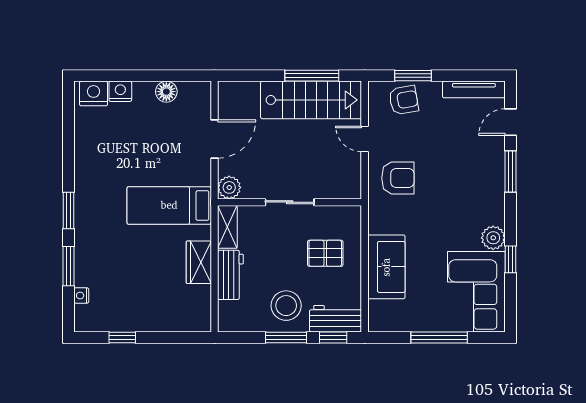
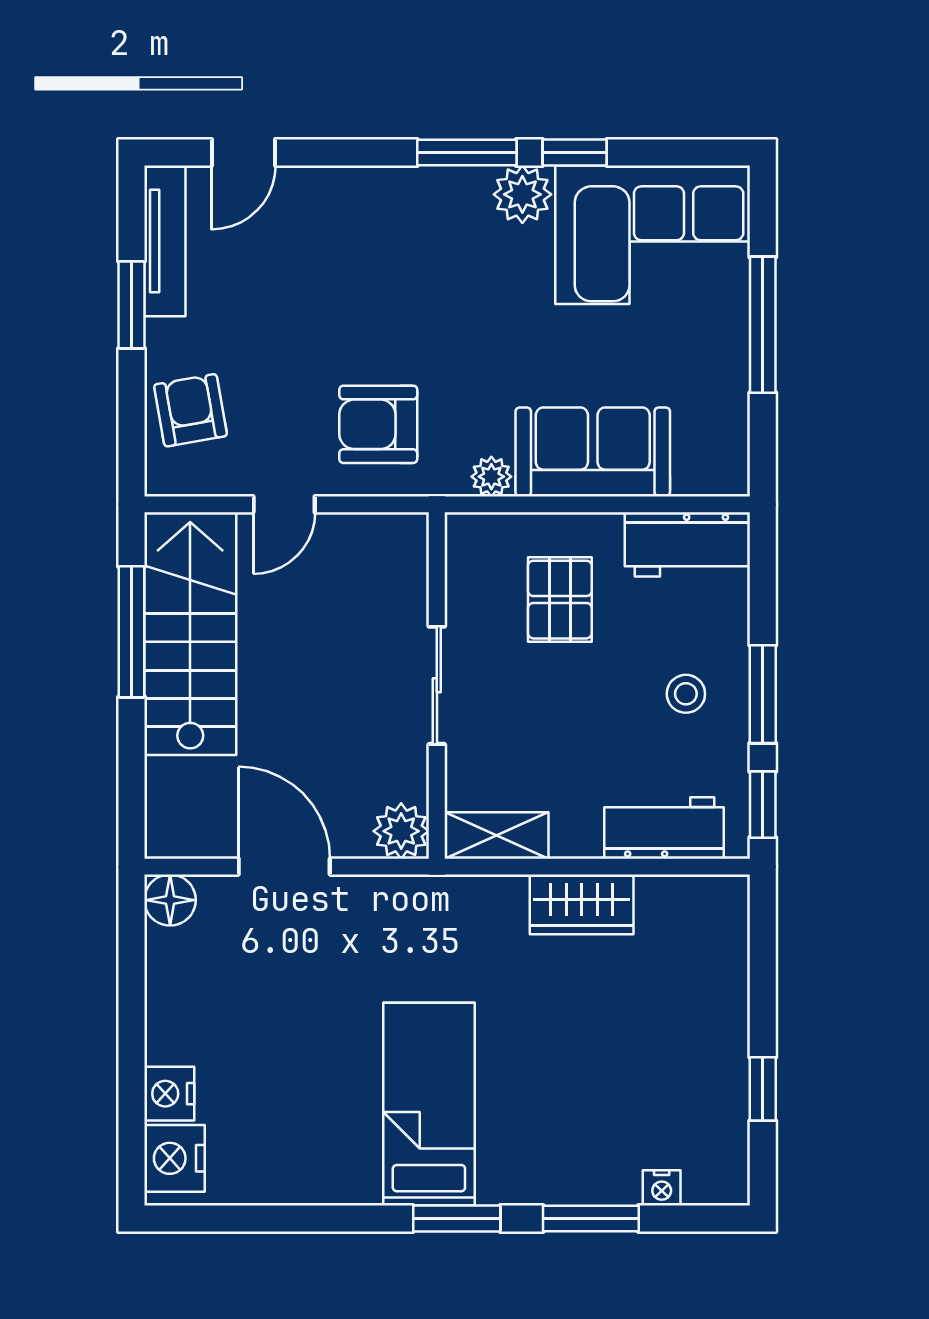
window: (413, 76) -> (131, 305), moved
floor lamp: (166, 92) -> (170, 900), moved
door: (511, 122) -> (243, 153), hinge flipped
window: (511, 172) -> (467, 153), moved
armchair: (398, 178) -> (378, 424), turned -90
bed: (169, 205) -> (429, 1104), moved, turned 180
plant: (376, 225) -> (491, 477), added
workbench: (230, 275) -> (664, 828), moved
stool: (286, 306) -> (686, 694), width x0.53, depth x0.53
workbench: (336, 319) -> (687, 544), moved, turned -90
window: (333, 337) -> (763, 805), moved

